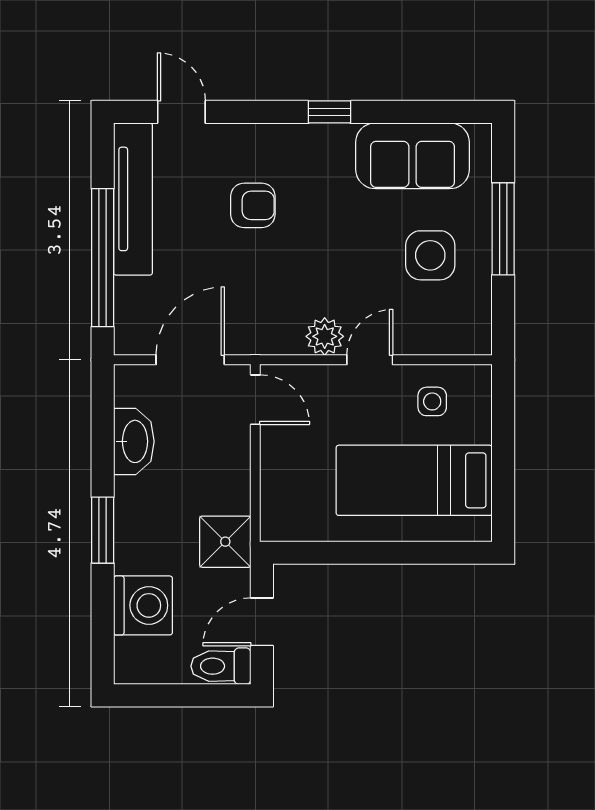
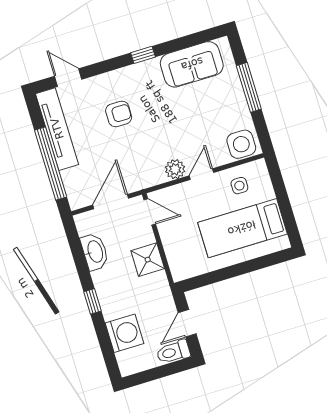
side table: (430, 255) -> (241, 144), moved
window: (103, 530) -> (92, 301), width x0.67
shower: (225, 542) -> (148, 260), moved

